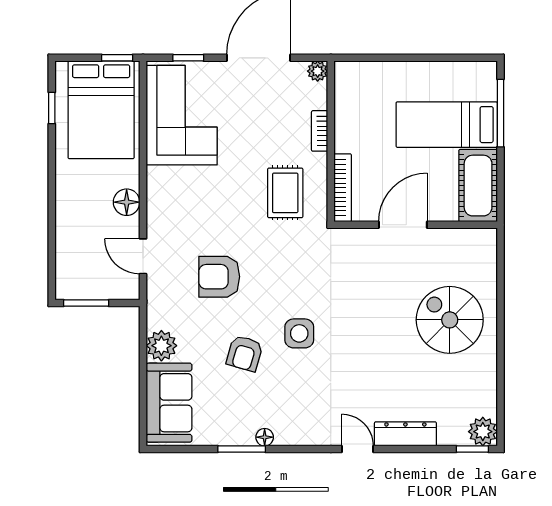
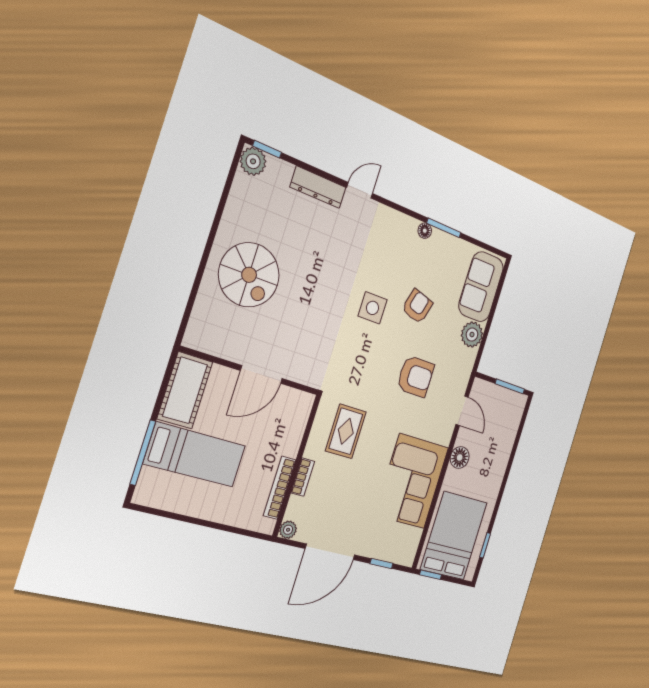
corner sofa: (182, 115) -> (412, 481), moved
bookcase: (343, 188) -> (280, 488), moved
door: (358, 449) -> (360, 190), swing flipped

